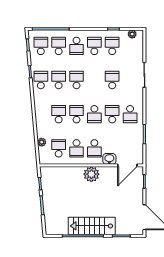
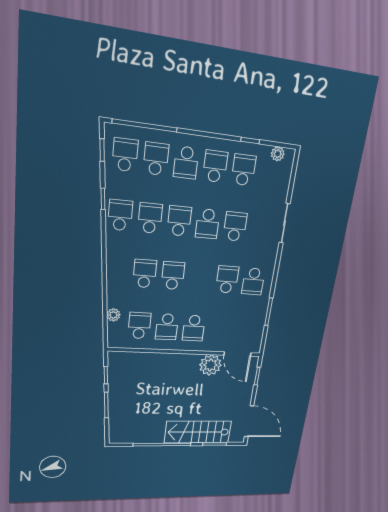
school desk: (94, 114) -> (208, 224), moved
washbasin: (109, 159) -> (213, 344), removed
door: (127, 165) -> (238, 354), hinge flipped
plant: (91, 174) -> (210, 365), moved
stairs: (92, 226) -> (198, 432), moved

